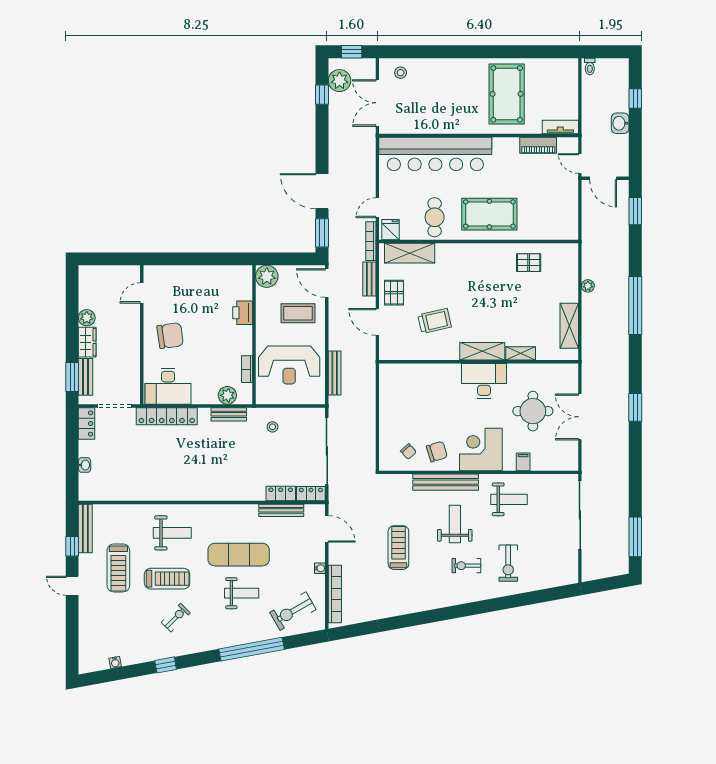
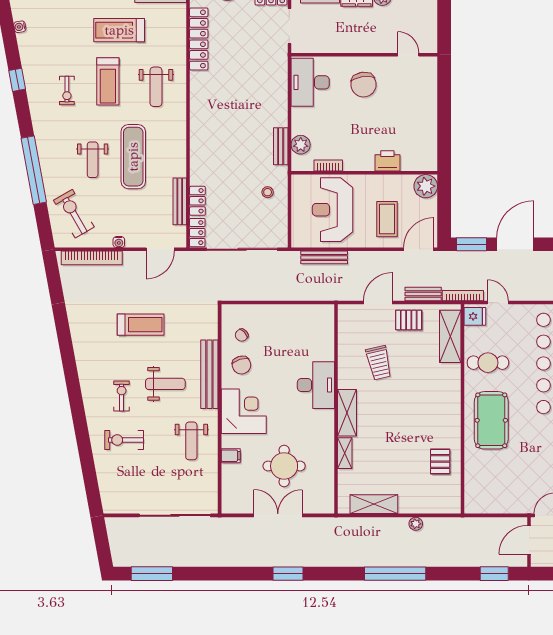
desk: (484, 381) -> (316, 385), moved
locker: (167, 416) -> (199, 39), moved, turned 180
exercise bike: (176, 618) -> (67, 91), turned 45

